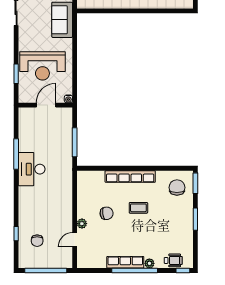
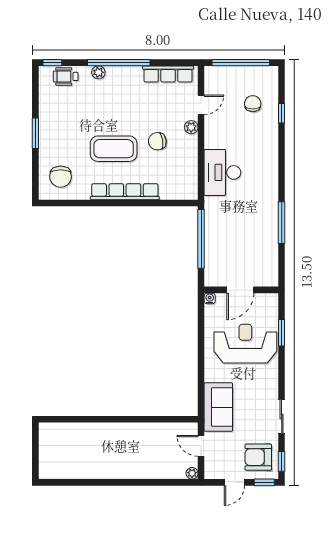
window: (75, 142) -> (201, 239), width x1.46
desk: (32, 169) -> (222, 172), moved, turned 180
window: (195, 183) -> (35, 182), removed
coffee table: (138, 208) -> (114, 149), width x1.86, depth x1.72
row of seats: (125, 262) -> (168, 74), moved

